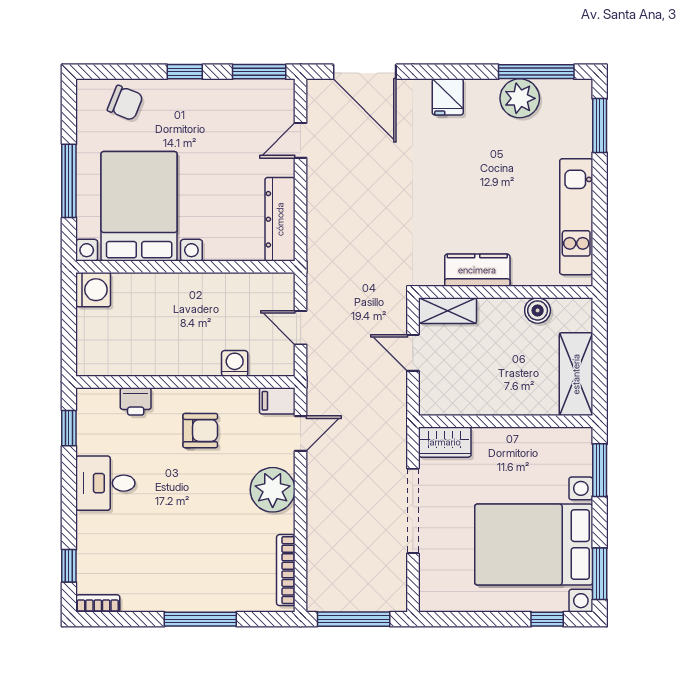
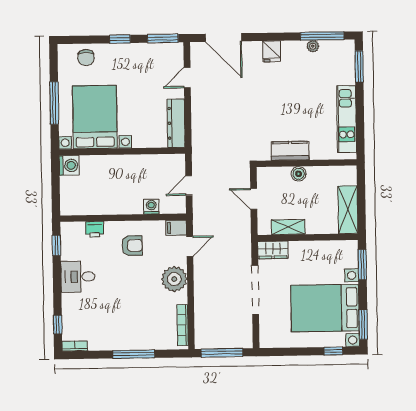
plant: (520, 98) -> (313, 46), width x0.53, depth x0.53
chair: (125, 103) -> (86, 58), turned 68
boiler: (538, 310) -> (299, 174), moved
shelving: (448, 311) -> (288, 227), moved
door: (301, 328) -> (189, 185), hinge flipped

